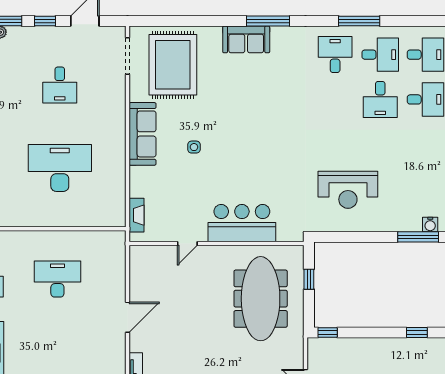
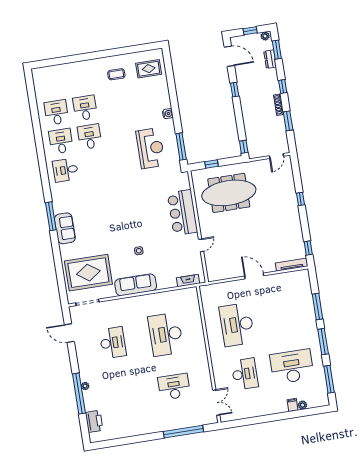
window: (45, 21) -> (73, 359), removed
window: (359, 21) -> (42, 158), removed
desk: (60, 85) -> (113, 343), width x1.37
desk: (380, 99) -> (90, 137), turned -90
water cooler: (430, 225) -> (168, 114), moved
window: (418, 237) -> (181, 147), moved
door: (187, 244) -> (201, 245), hinge flipped
desk: (57, 279) -> (237, 325), width x1.36, depth x1.30

